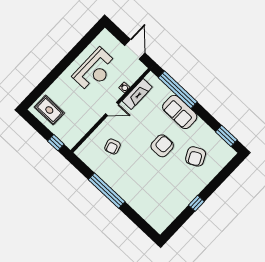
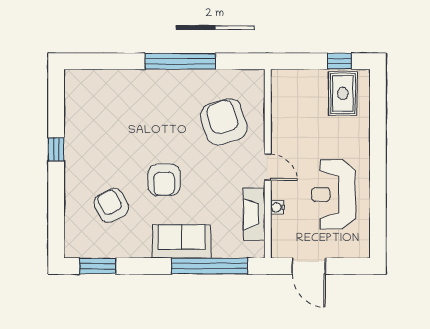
door: (112, 109) -> (268, 167), swing flipped
rug: (49, 110) -> (343, 93), turned 90
window: (56, 143) -> (340, 61), moved
armchair: (112, 147) -> (224, 122), width x1.88, depth x1.88

